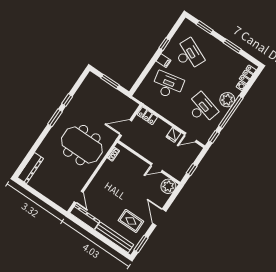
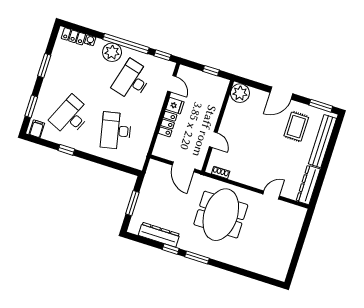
filing cabinet: (164, 61) -> (37, 129), moved
locker: (147, 116) -> (168, 124), moved
dresser: (30, 168) -> (159, 235), moved
door: (157, 168) -> (213, 140), moved
door: (79, 197) -> (271, 195), moved

